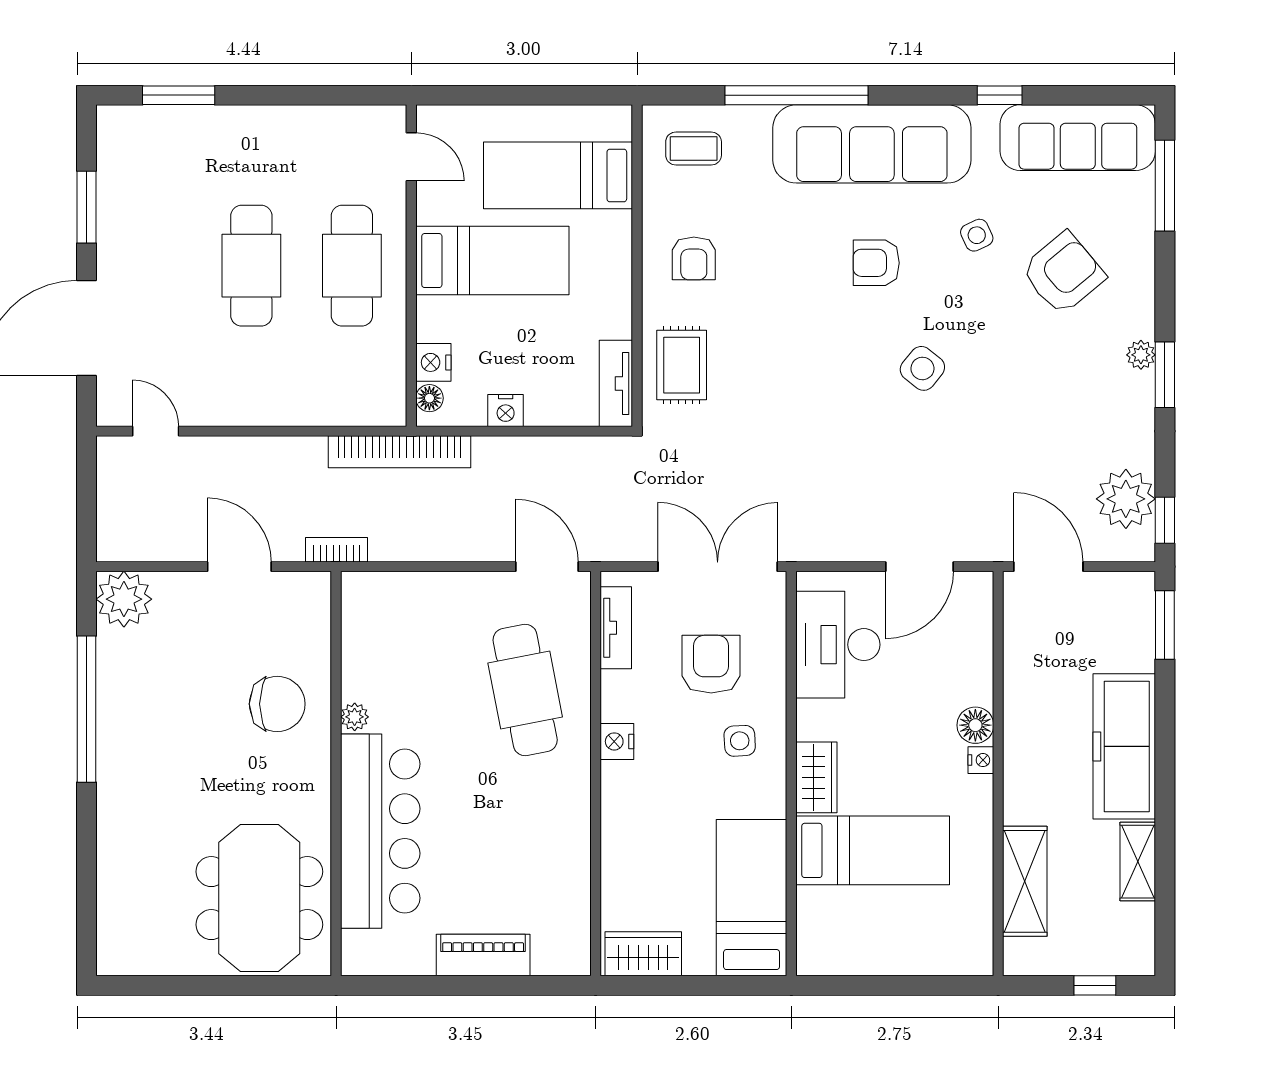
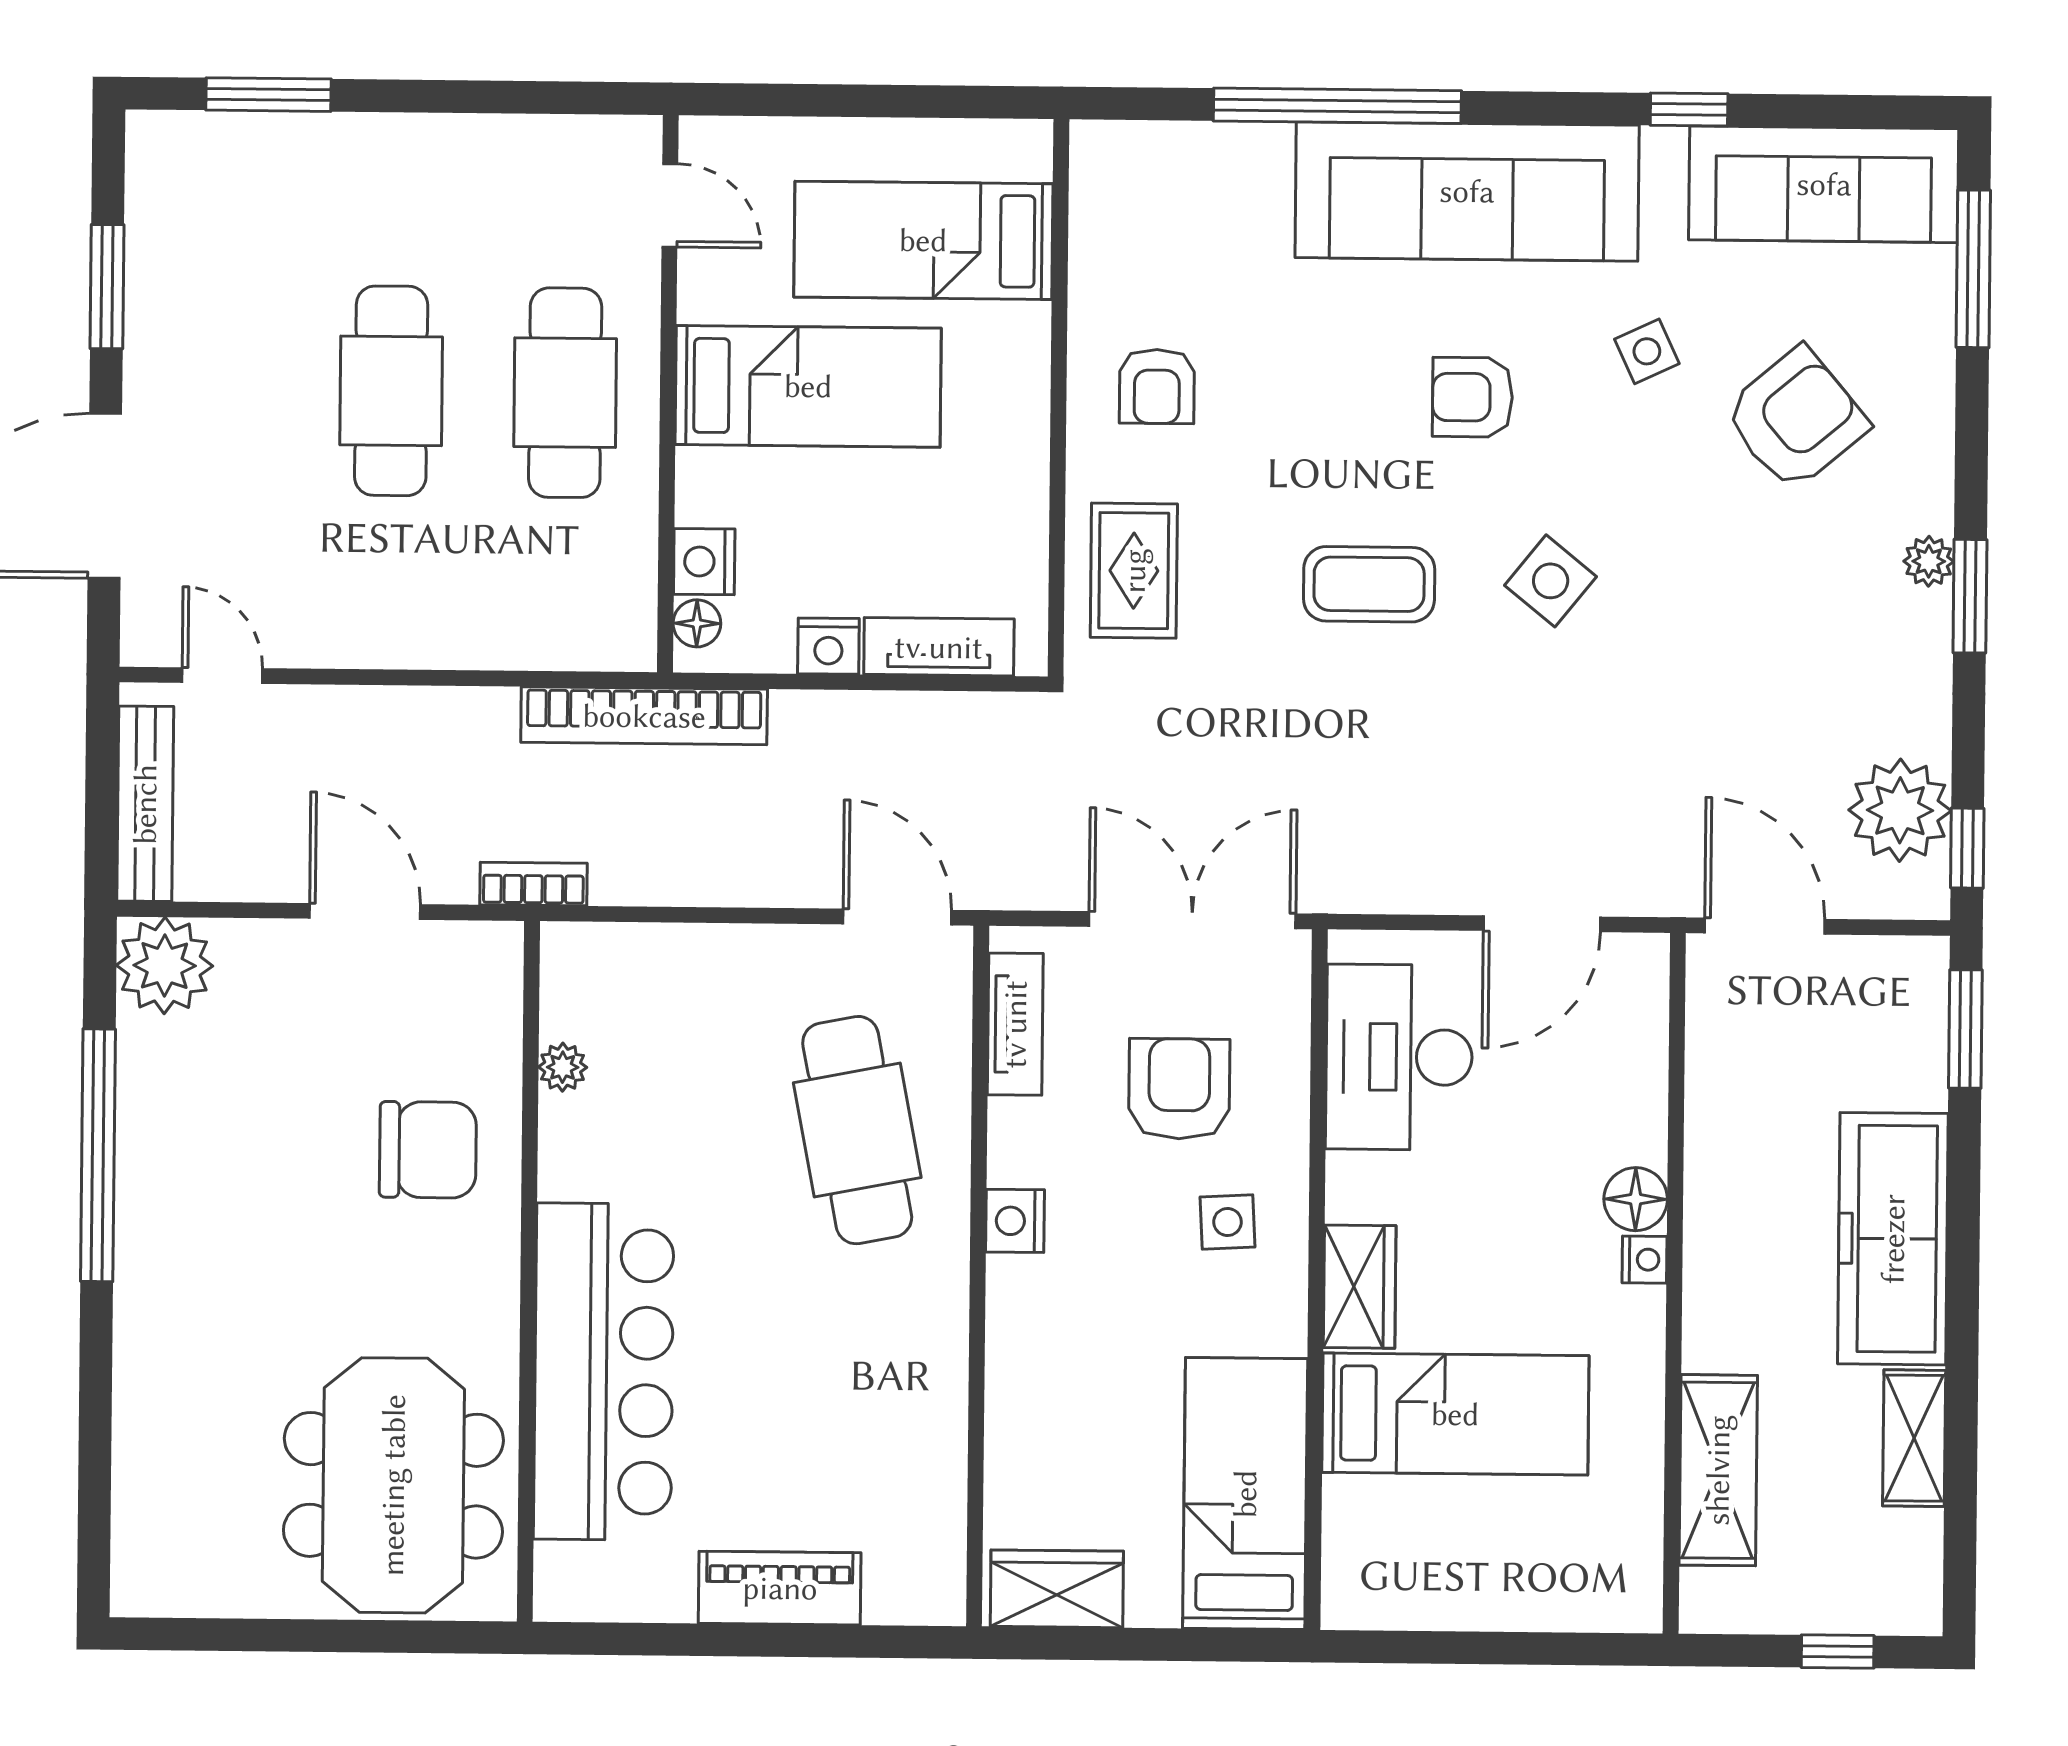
coffee table: (694, 149) -> (1369, 584), moved, width x1.36, depth x1.30
tv unit: (616, 383) -> (939, 647), moved, turned 90
bench: (112, 506) -> (145, 804), added
plant: (355, 717) -> (563, 1067), moved

